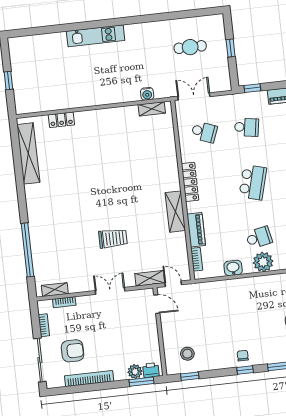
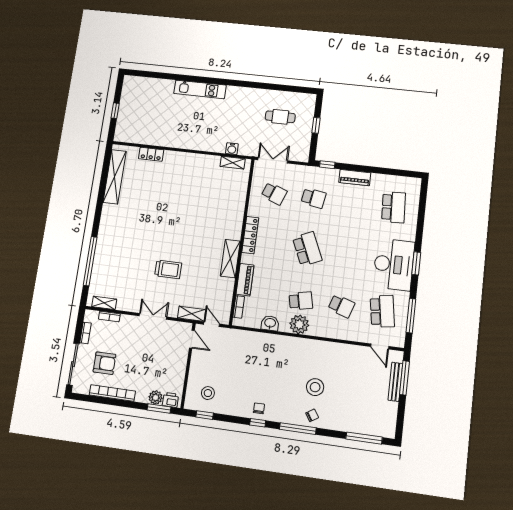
school desk: (253, 182) -> (307, 249), turned -39

